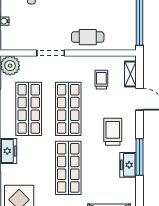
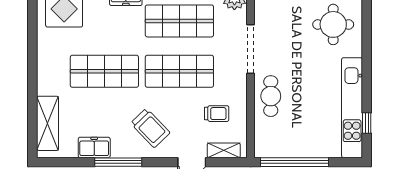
doorway: (51, 53) -> (250, 49), width x1.36
trolley: (113, 132) -> (150, 128), turned 46
freezer: (128, 165) -> (94, 147), moved

